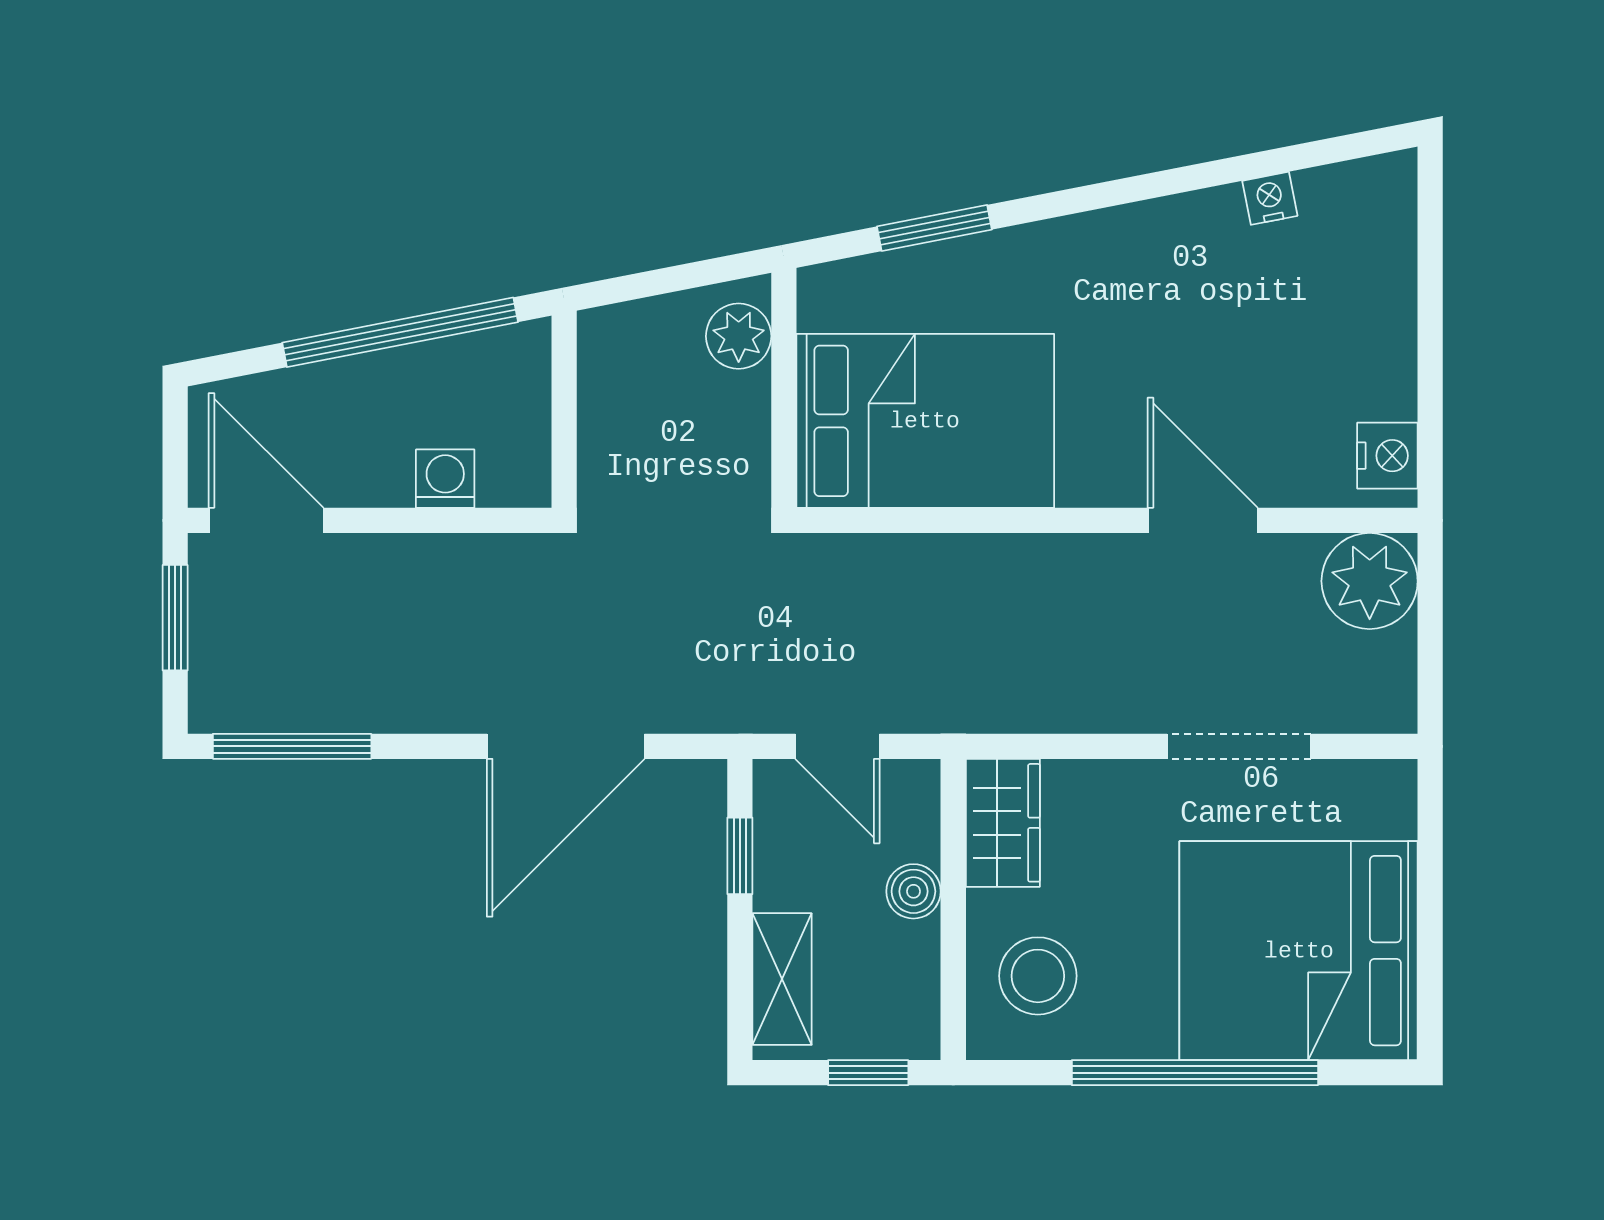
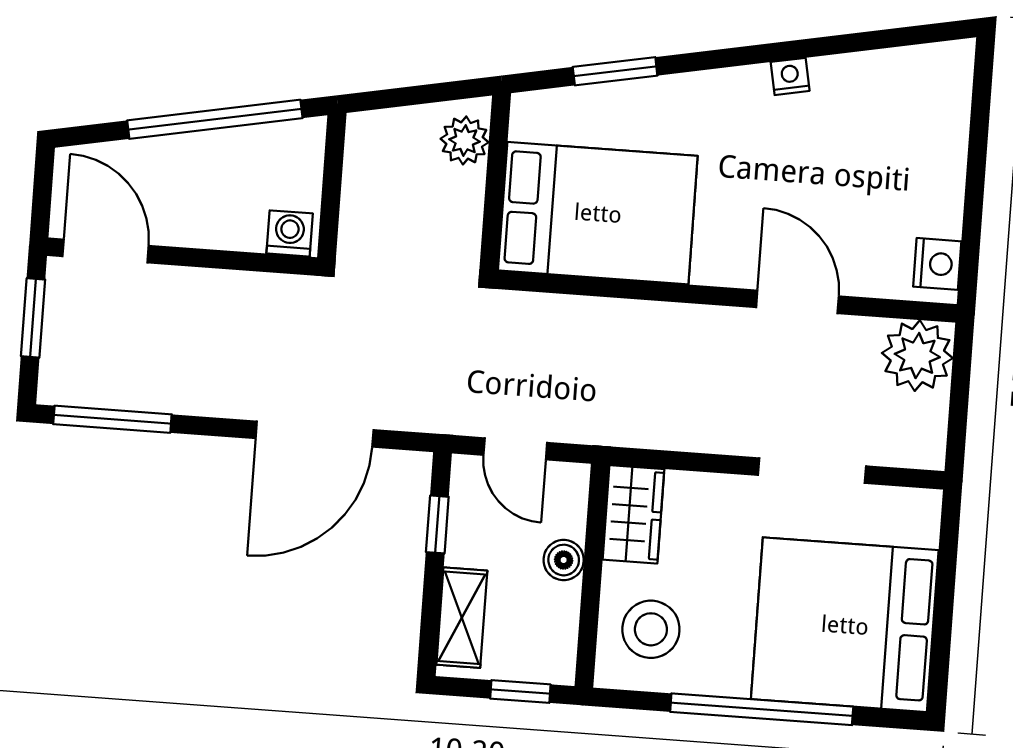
nightstand: (1270, 198) -> (790, 76), moved
washing machine: (445, 479) -> (290, 233), moved

